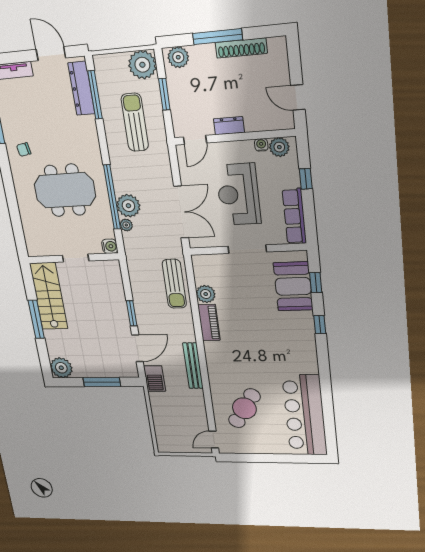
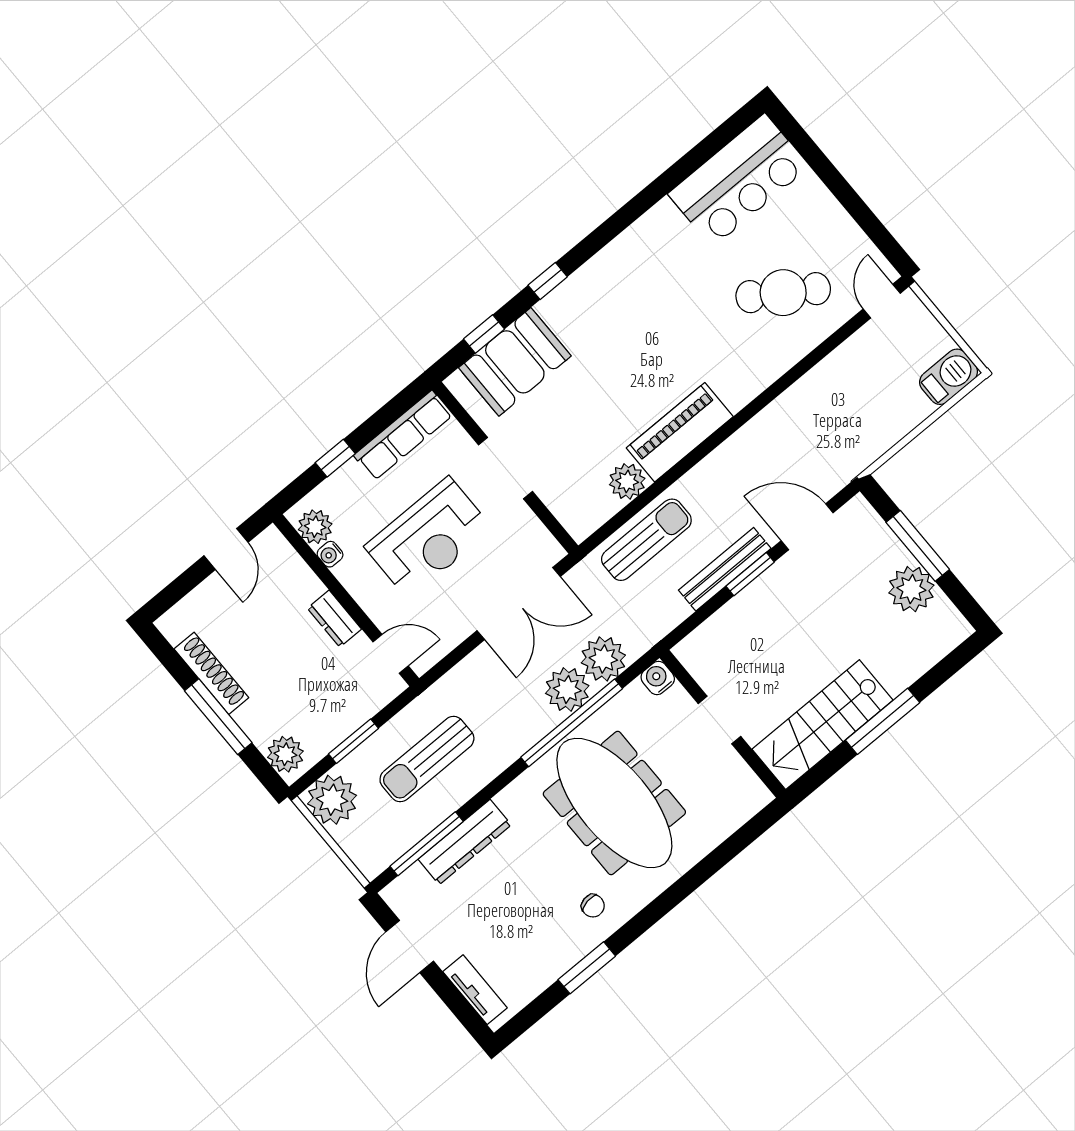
dresser: (81, 88) -> (465, 842), moved
meeting table: (65, 190) -> (614, 803), width x1.36
double door: (181, 212) -> (519, 604), swing flipped
plant: (126, 225) -> (603, 659), width x1.88, depth x1.88
piano: (209, 323) -> (680, 432), width x1.37, depth x1.33
bench: (193, 366) -> (725, 569), moved
plant: (61, 368) -> (911, 589), moved
barbecue: (155, 379) -> (949, 377), moved
bar counter: (305, 415) -> (739, 180), width x0.73
door: (214, 440) -> (882, 301), swing flipped

